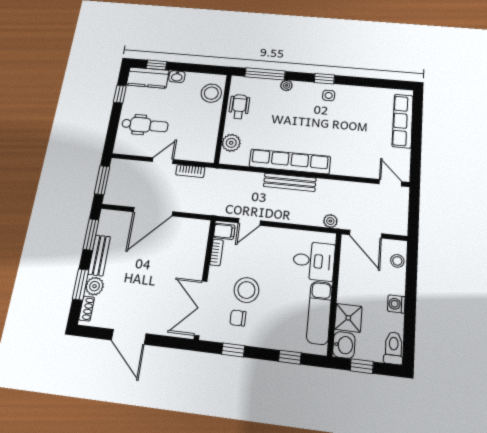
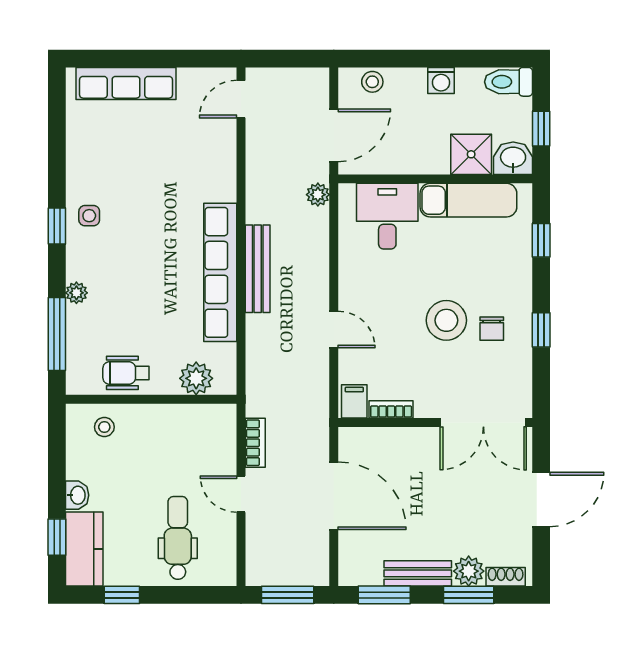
stool: (211, 93) -> (104, 427), width x0.53, depth x0.53
filing cabinet: (224, 231) -> (354, 401), moved
bookcase: (217, 252) -> (391, 409), moved
wall: (205, 278) -> (435, 422), moved
double door: (201, 308) -> (483, 422), moved

